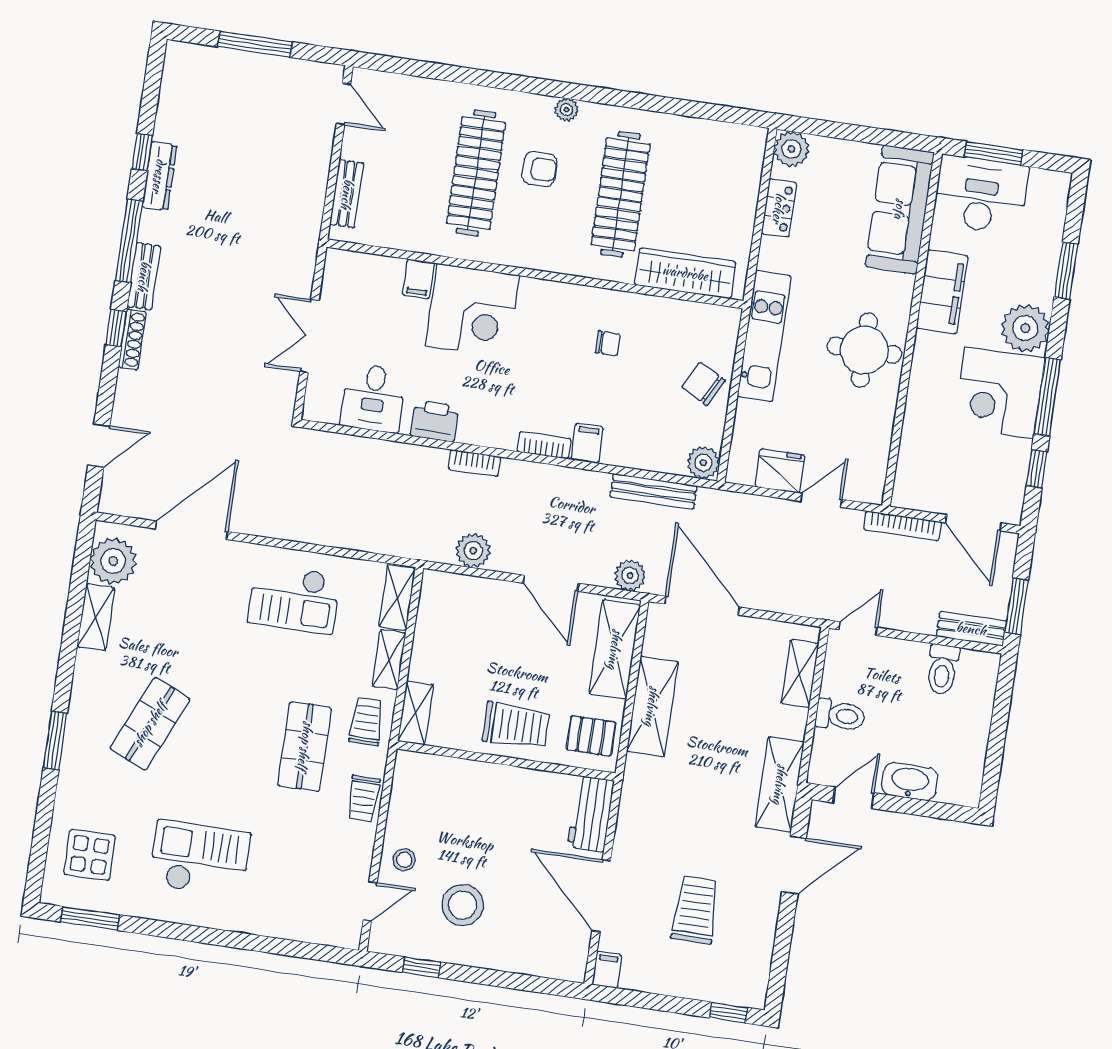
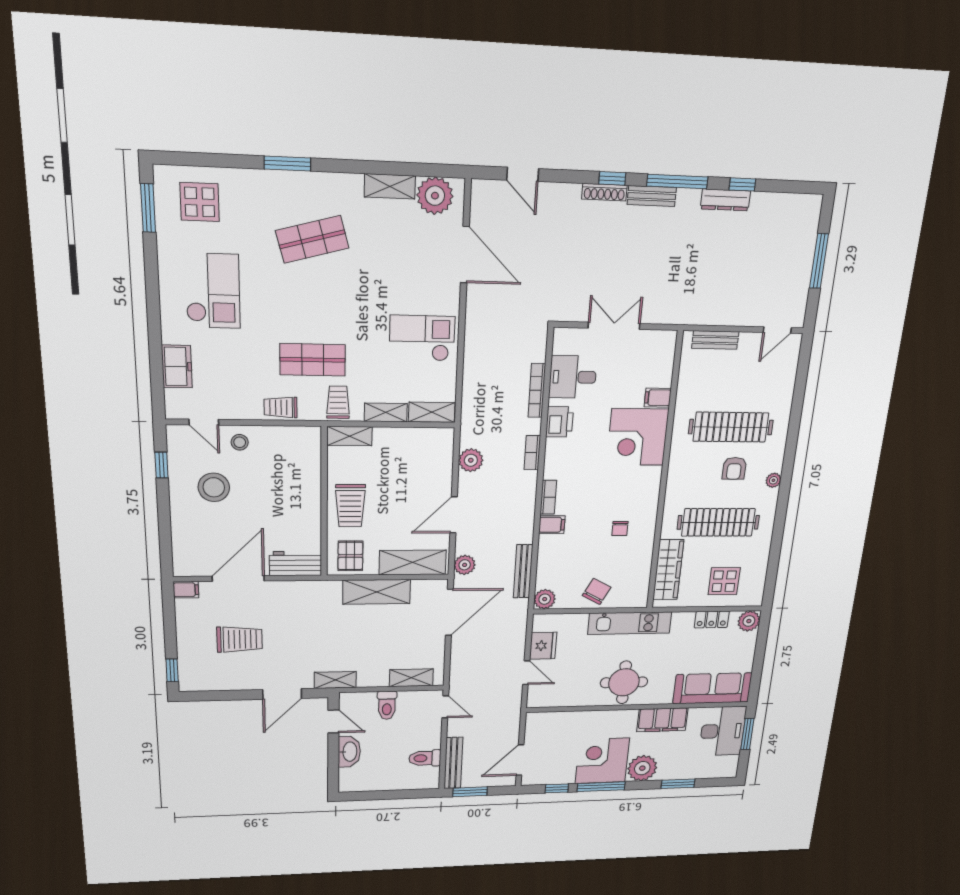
display table: (718, 187) -> (724, 581), added
bookcase: (902, 526) -> (537, 390), moved
checkout: (294, 599) -> (422, 338), turned 90
bench: (971, 629) -> (453, 763), width x1.36
trolley: (366, 722) -> (338, 402), turned -90
shop shelf: (150, 724) -> (312, 239), turned -39
shelving: (780, 784) -> (335, 680), width x0.67, depth x0.75
door: (794, 865) -> (282, 694), hinge flipped
freezer: (291, 922) -> (177, 367), added

